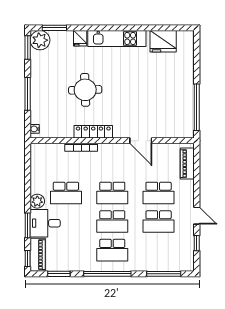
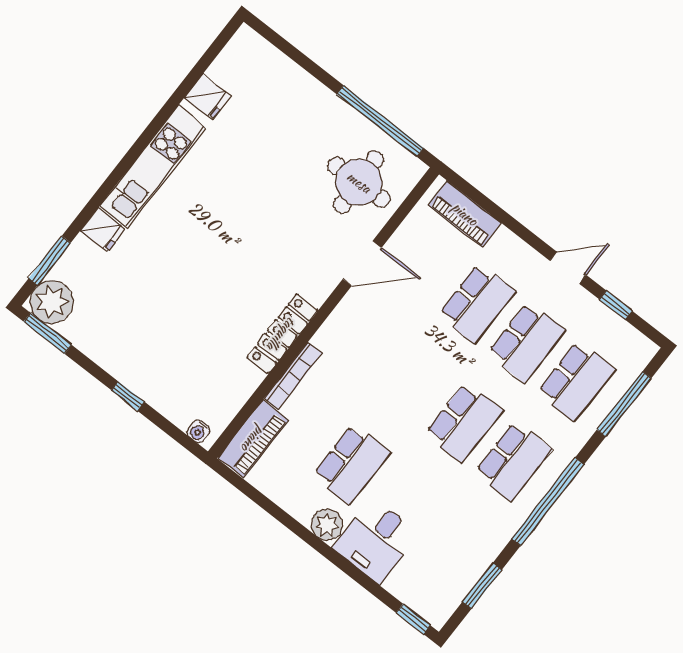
fridge: (163, 41) -> (207, 97), width x0.53, depth x0.75
round table: (85, 90) -> (359, 182), moved
window: (28, 94) -> (128, 396), width x0.46
school desk: (112, 193) -> (576, 381), moved
window: (28, 225) -> (356, 574), removed
piano: (38, 255) -> (253, 439), moved, turned 90

